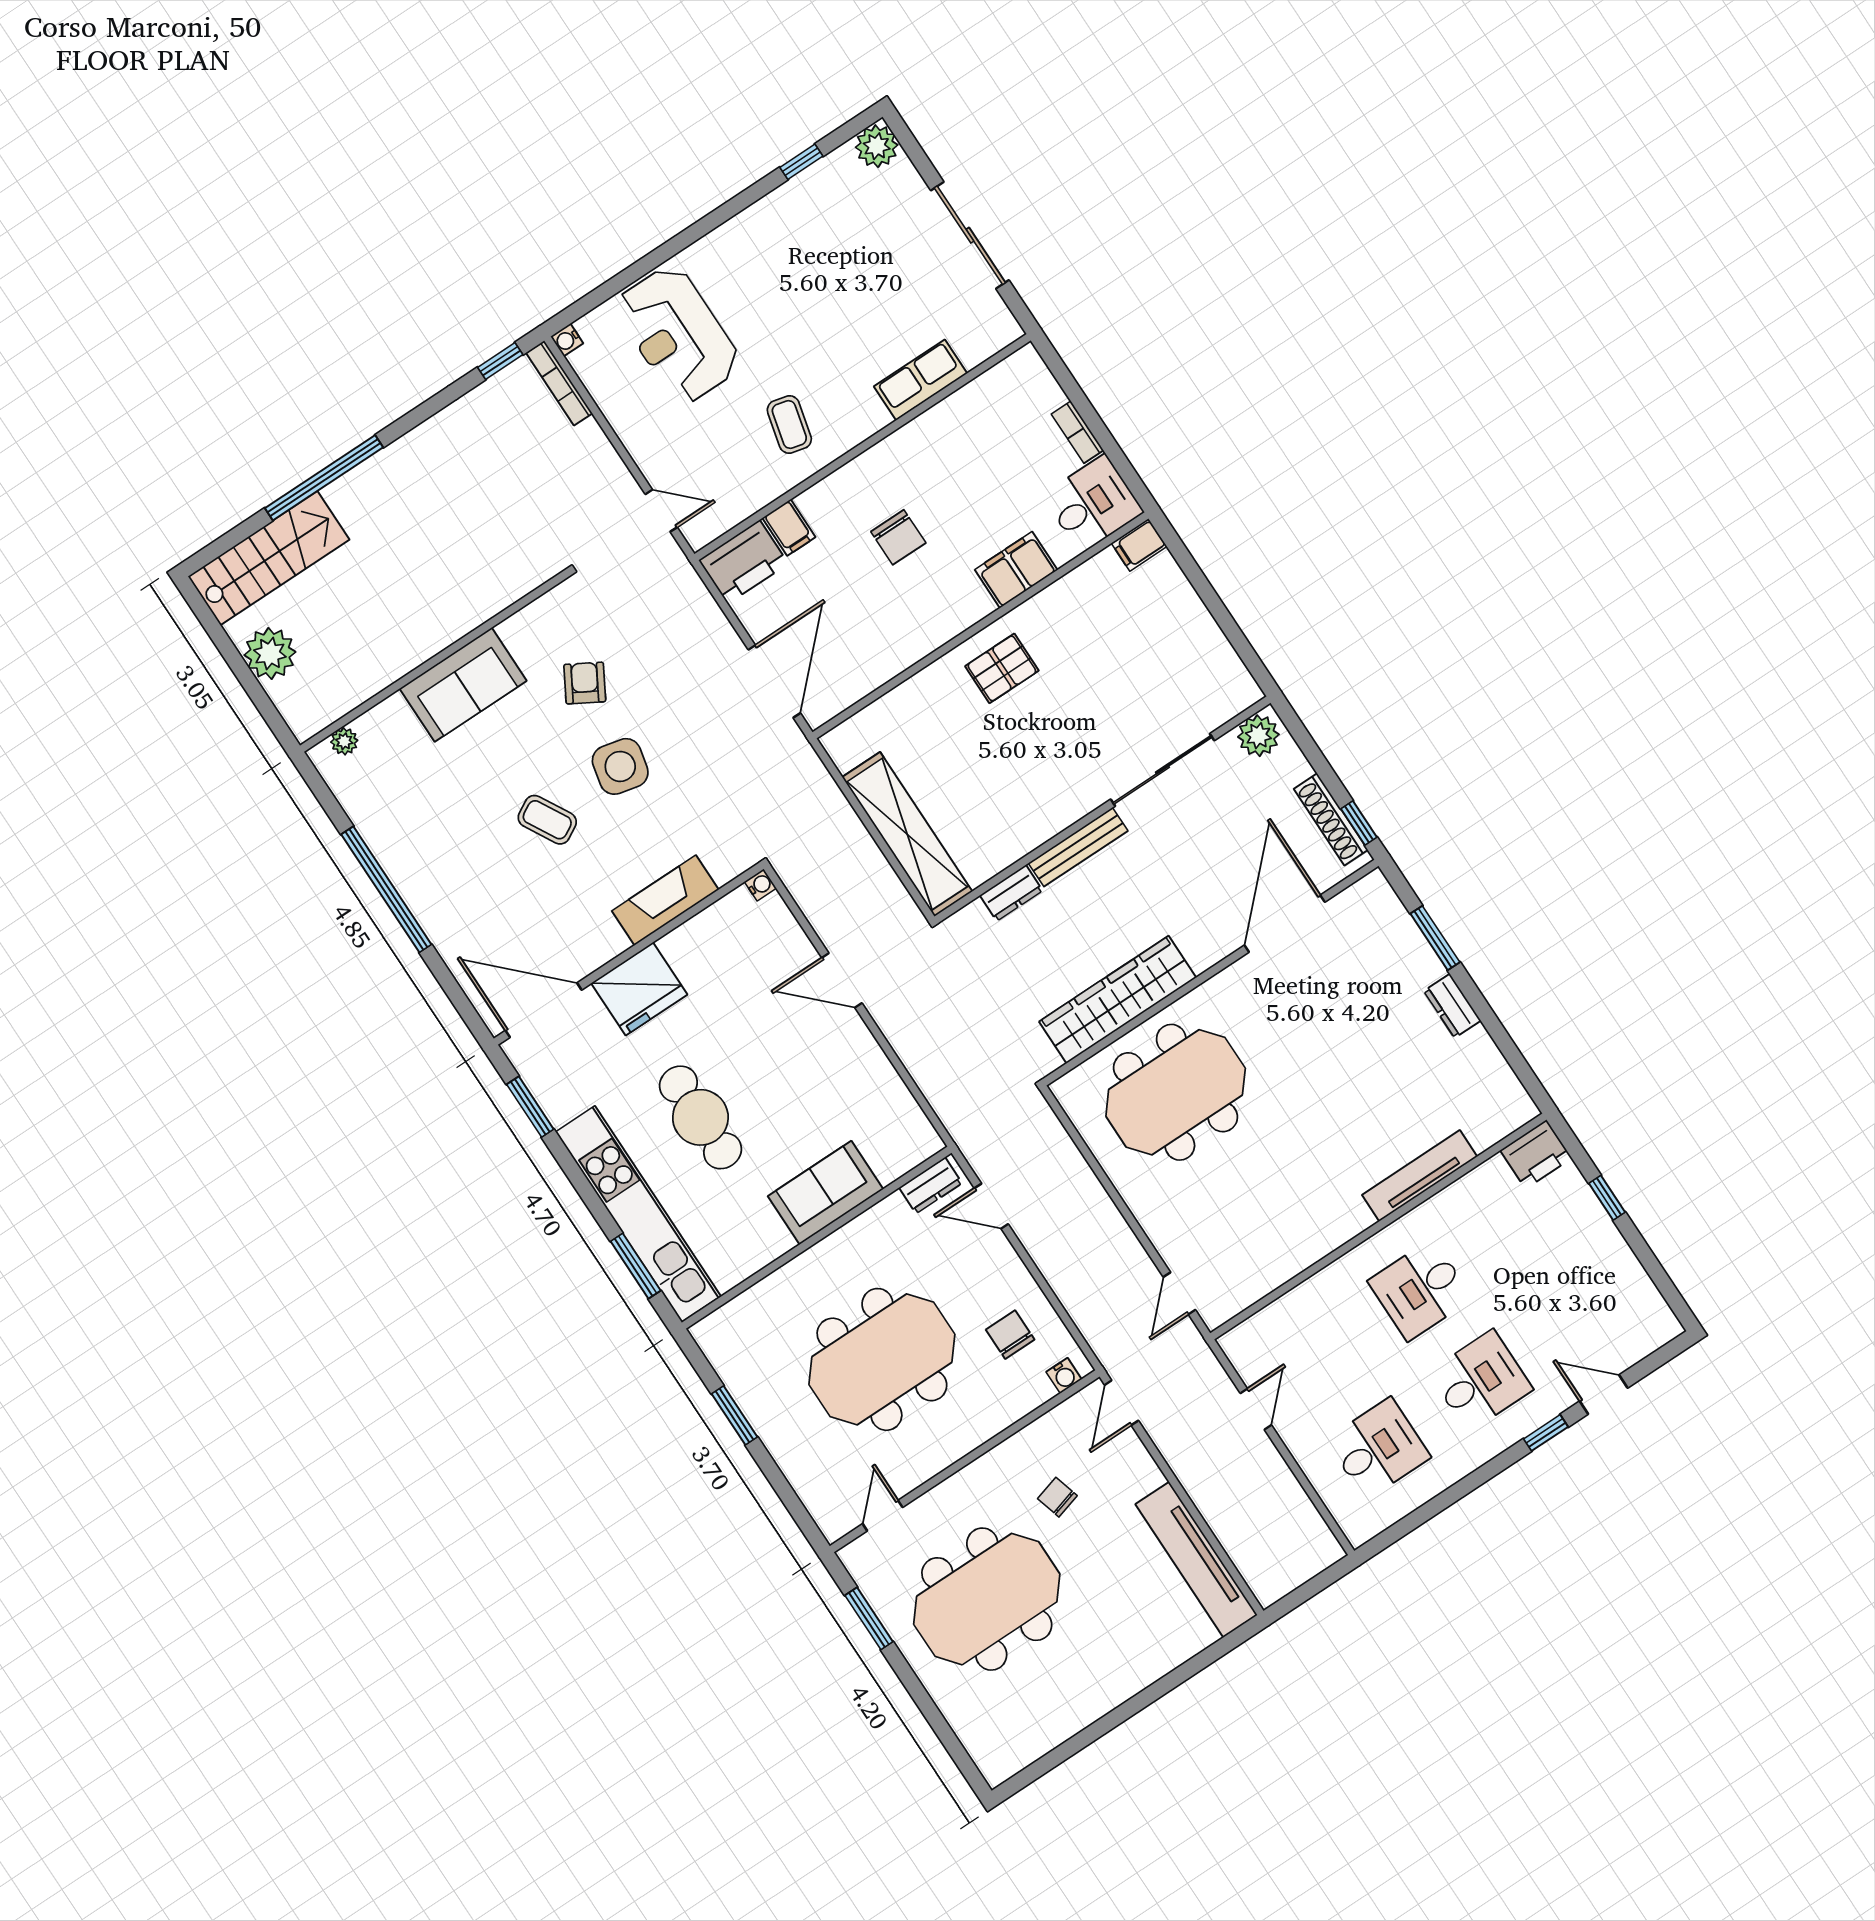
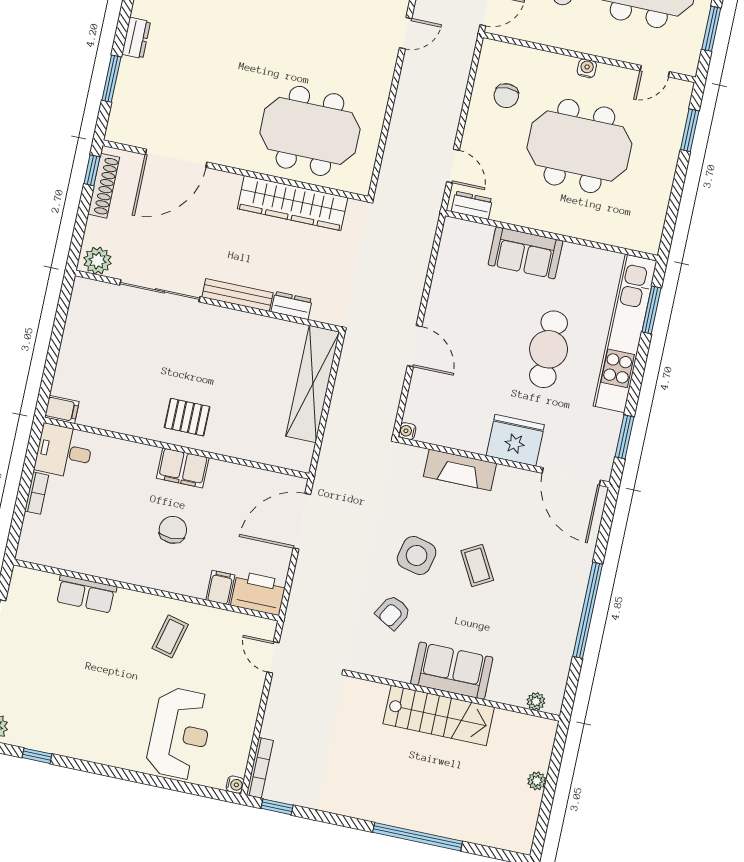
stairs: (269, 558) -> (439, 715), moved, turned 180
filing cabinet: (1016, 570) -> (183, 468), moved
plant: (270, 654) -> (537, 781), width x0.53, depth x0.53
water cooler: (1064, 1376) -> (587, 68), moved
window: (735, 1415) -> (690, 130), moved

